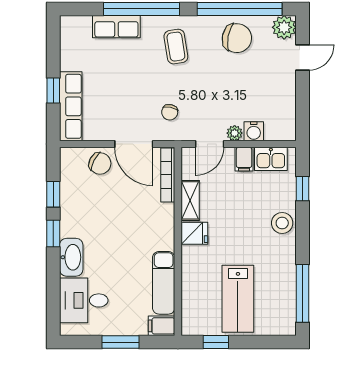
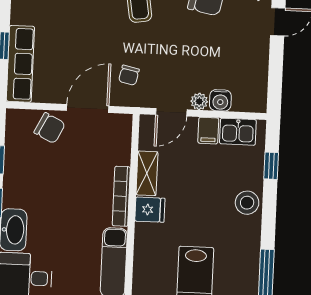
door: (134, 144) -> (88, 108), swing flipped
bookcase: (168, 175) -> (121, 196), moved

